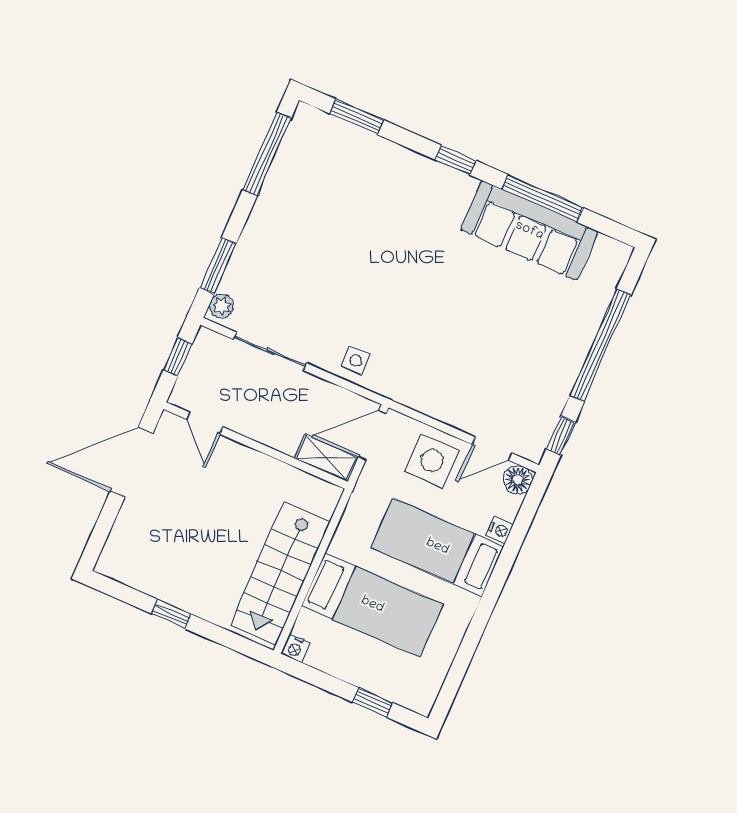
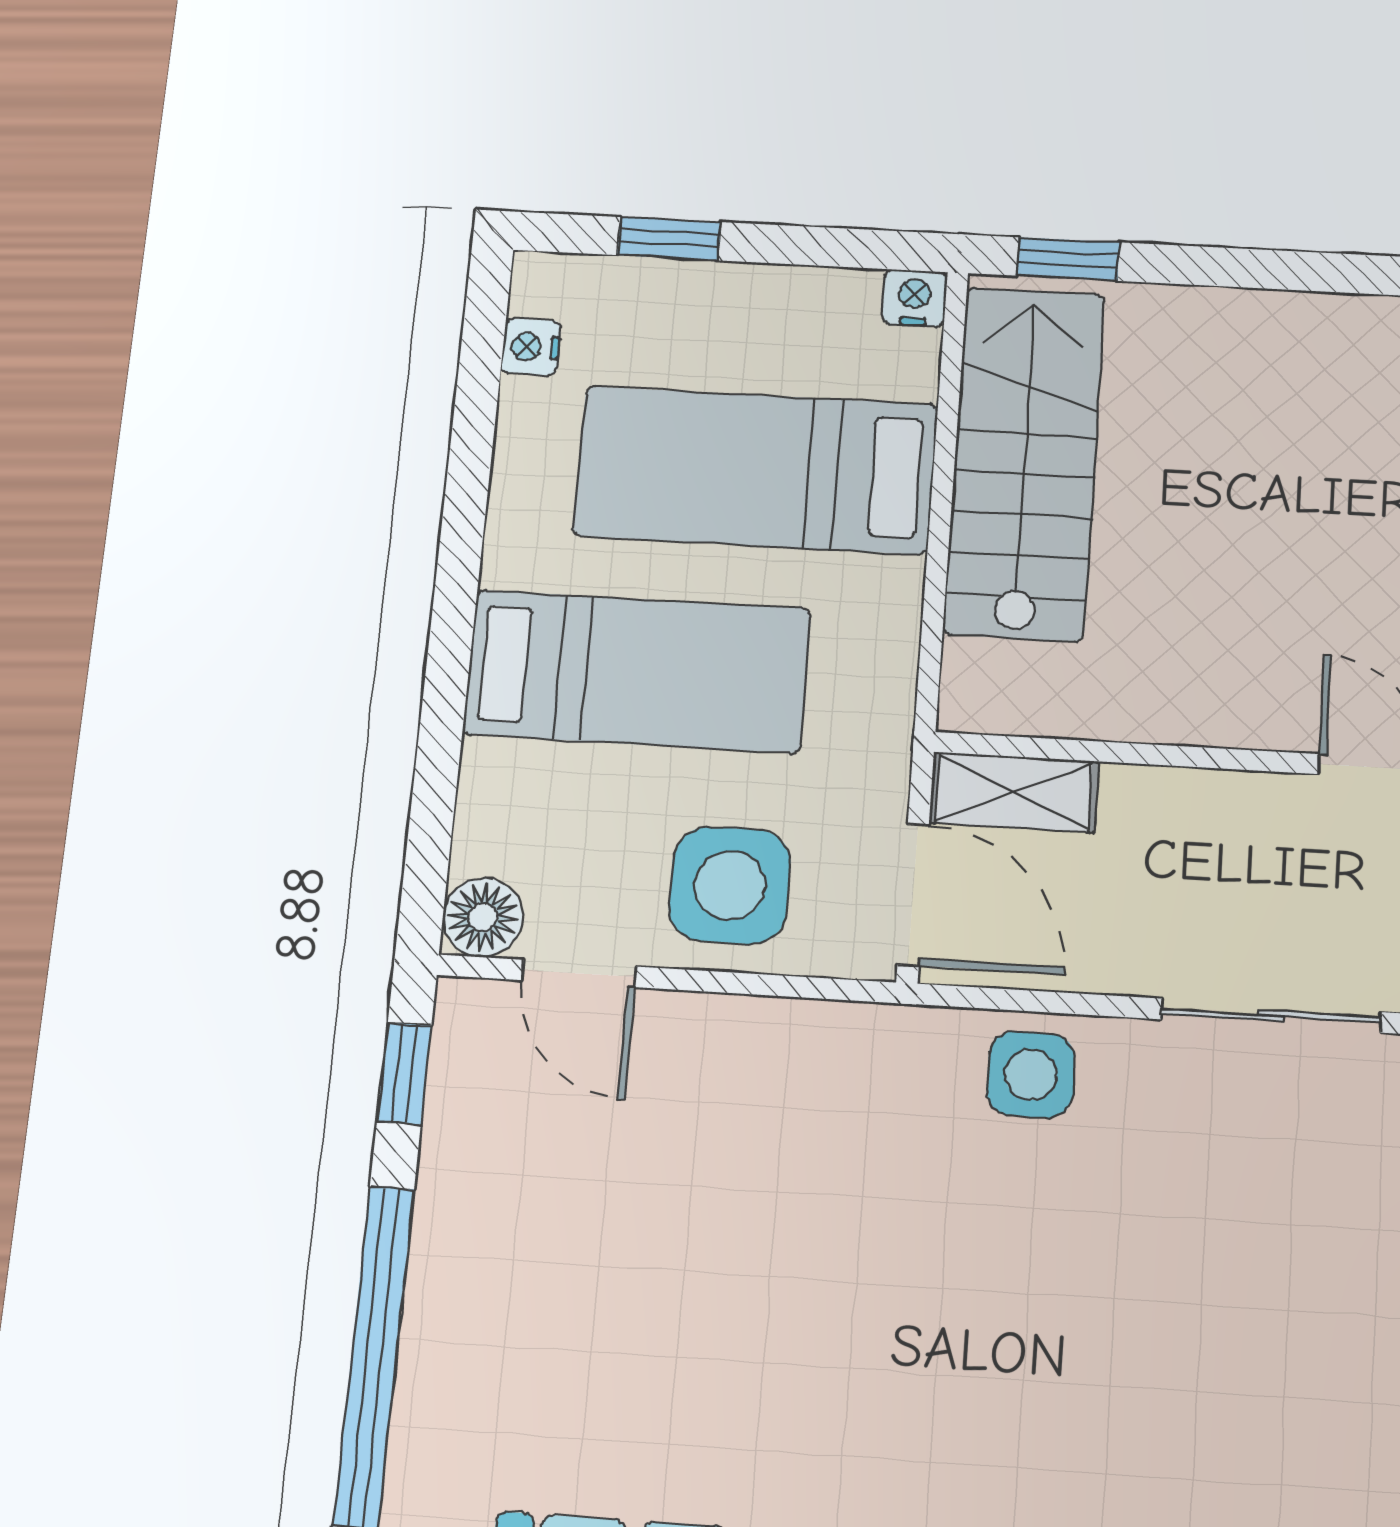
side table: (356, 360) -> (1031, 1075), width x1.37, depth x1.37
door: (372, 435) -> (913, 895), hinge flipped
door: (492, 449) -> (579, 973), swing flipped
nightstand: (500, 530) -> (531, 347), moved
window: (171, 614) -> (1068, 259), moved

